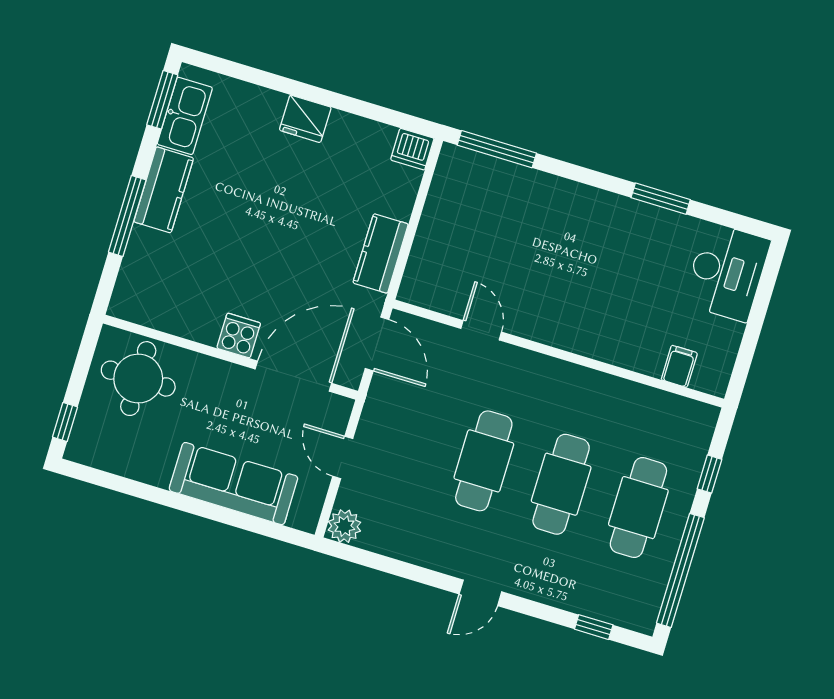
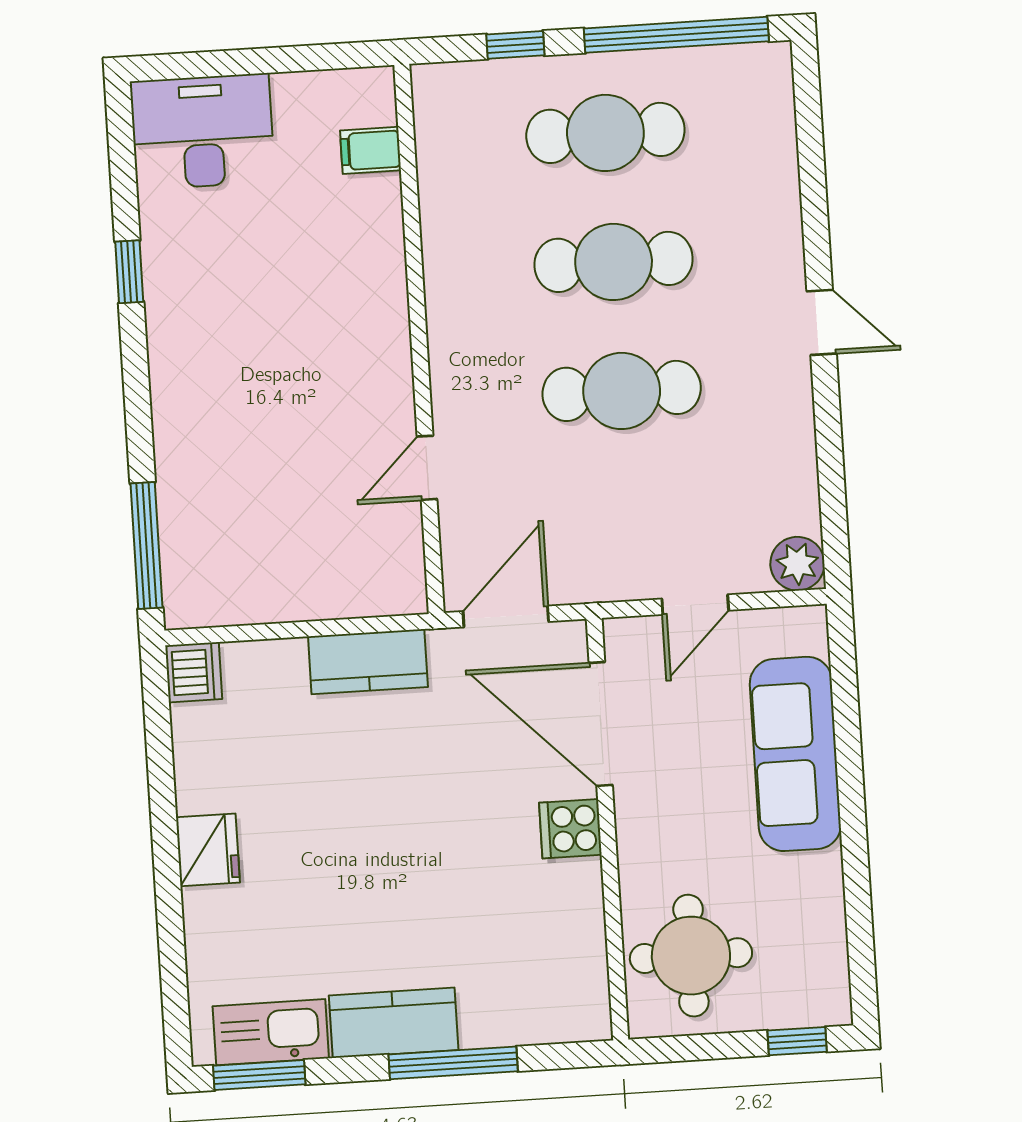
window: (661, 199) -> (129, 272), width x0.67
window: (594, 627) -> (810, 133), removed

